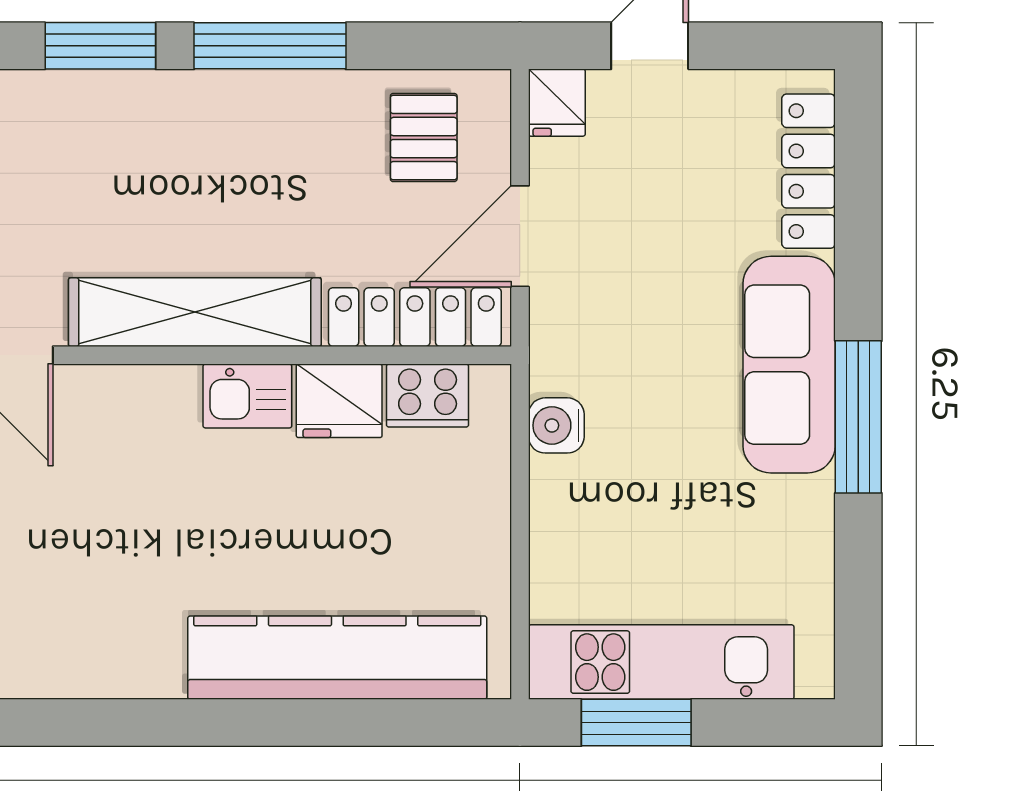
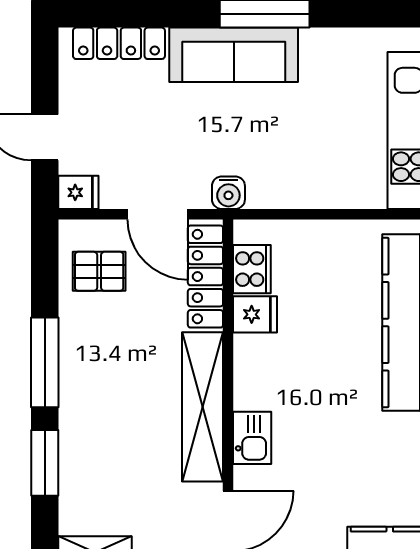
kitchen sink: (247, 396) -> (252, 438), moved
fridge: (339, 401) -> (255, 314), width x0.72
water cooler: (556, 425) -> (228, 193), moved

